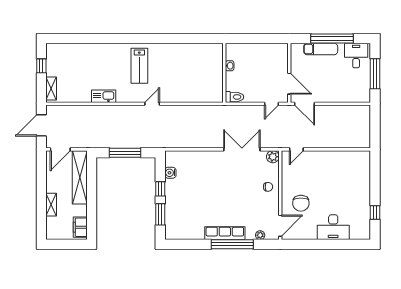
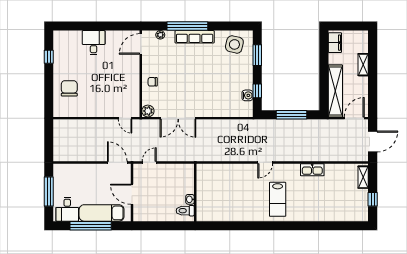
exam couch: (321, 49) -> (102, 213), width x1.36, depth x1.45
lab bench: (139, 66) -> (278, 199), turned 180
door: (289, 84) -> (132, 194), moved
toilet: (234, 97) -> (185, 211), moved
door: (296, 149) -> (125, 118), swing flipped
window: (160, 189) -> (257, 91), moved
chair: (301, 203) -> (69, 88), moved
side table: (184, 225) -> (234, 44), added
desk: (333, 227) -> (94, 43), width x0.73

